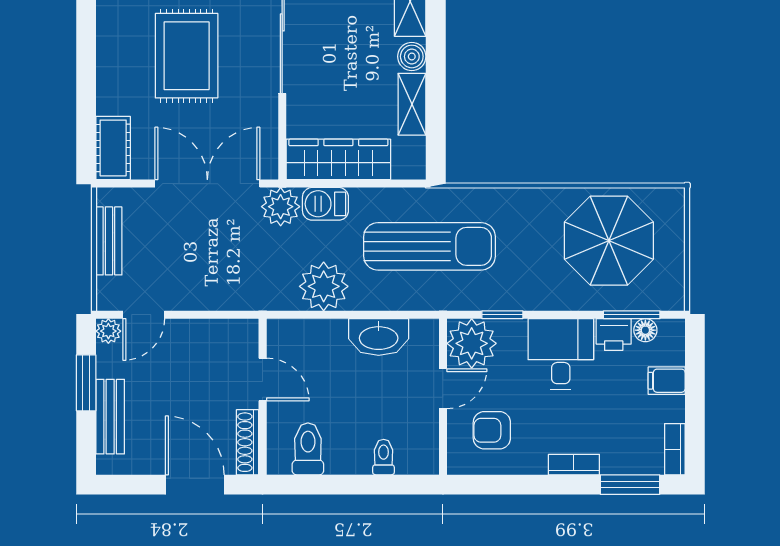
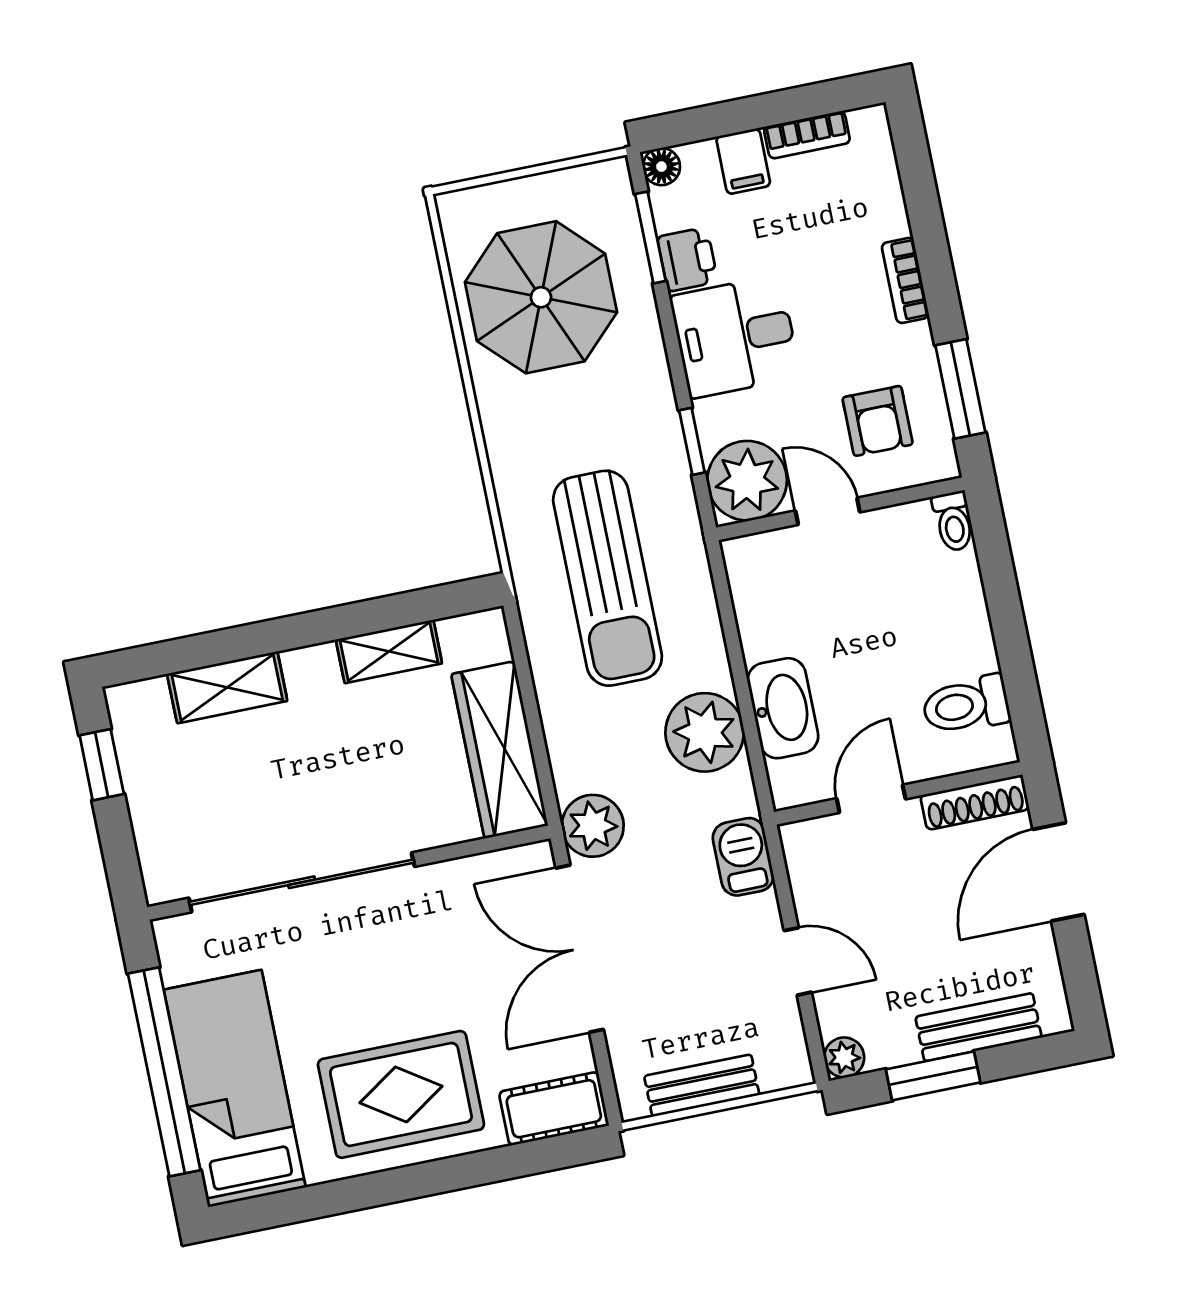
rug: (187, 56) -> (401, 1094), moved
boiler: (412, 56) -> (314, 667), removed
barbecue: (325, 204) -> (743, 857), moved, turned 180
sun lounger: (430, 246) -> (608, 578), turned 180
door: (144, 315) -> (798, 961), moved
floor lamp: (645, 330) -> (661, 167), moved
washbasin: (379, 337) -> (783, 708), moved
bookcase: (675, 449) -> (807, 135), moved
toilet: (384, 457) -> (953, 521), moved, turned -90
window: (630, 485) -> (960, 389), moved

